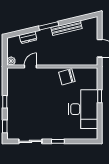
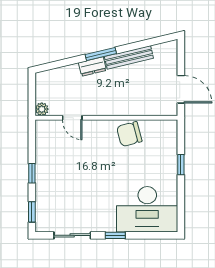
dresser: (28, 37) -> (92, 67), moved
door: (30, 66) -> (72, 118), swing flipped
desk: (83, 109) -> (147, 209), moved, turned 90

